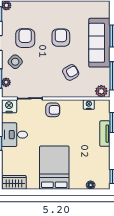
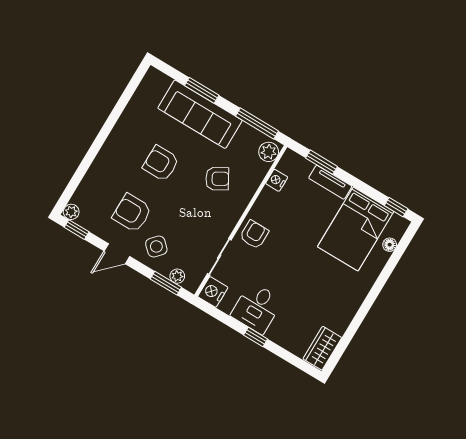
armchair: (71, 72) -> (217, 179), turned 90
bed: (54, 168) -> (356, 229), moved, turned -90

